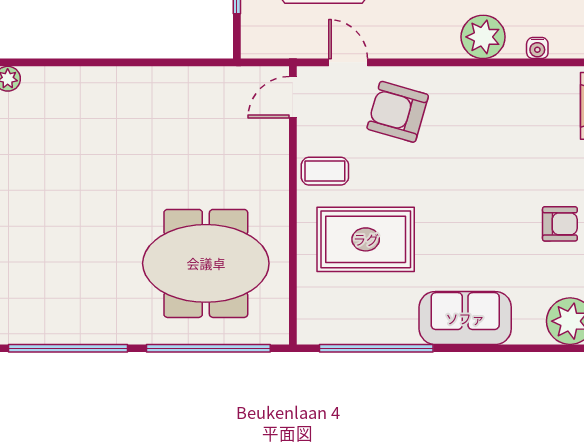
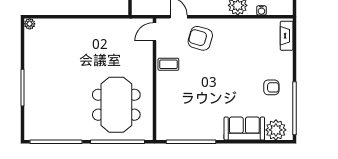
rug: (366, 239) -> (186, 94), removed
meeting table: (206, 263) -> (116, 105), turned 90
sofa: (465, 318) -> (244, 129), moved

